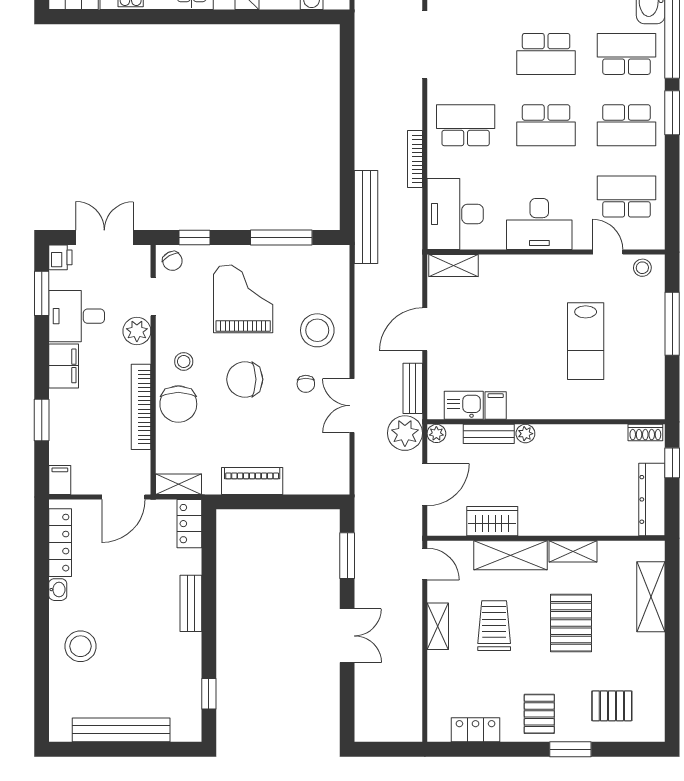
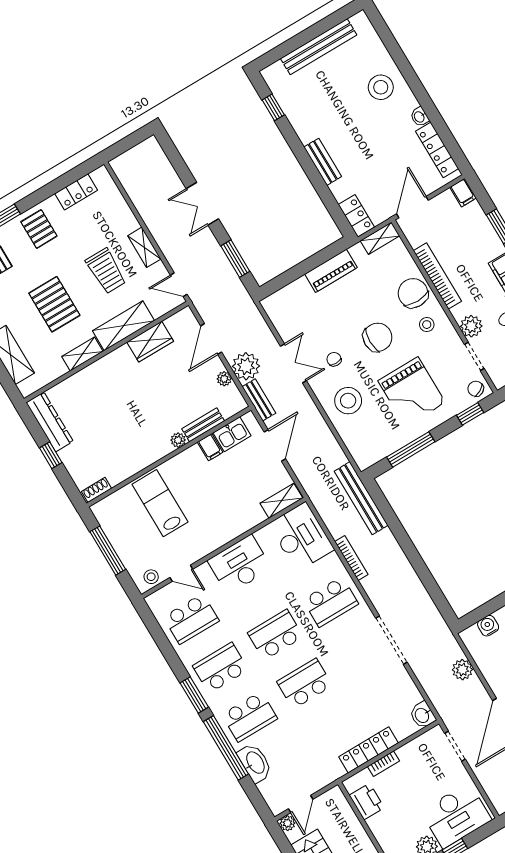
kitchen sink: (464, 405) -> (232, 434), moved
filing cabinet: (496, 405) -> (210, 447), moved
wall: (546, 422) -> (169, 457), moved
shoe rack: (645, 433) -> (96, 490), moved
bench: (489, 434) -> (203, 425), moved
plant: (525, 434) -> (178, 440), moved

